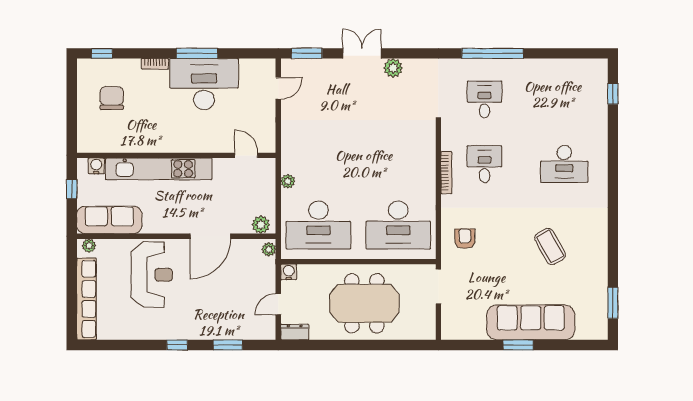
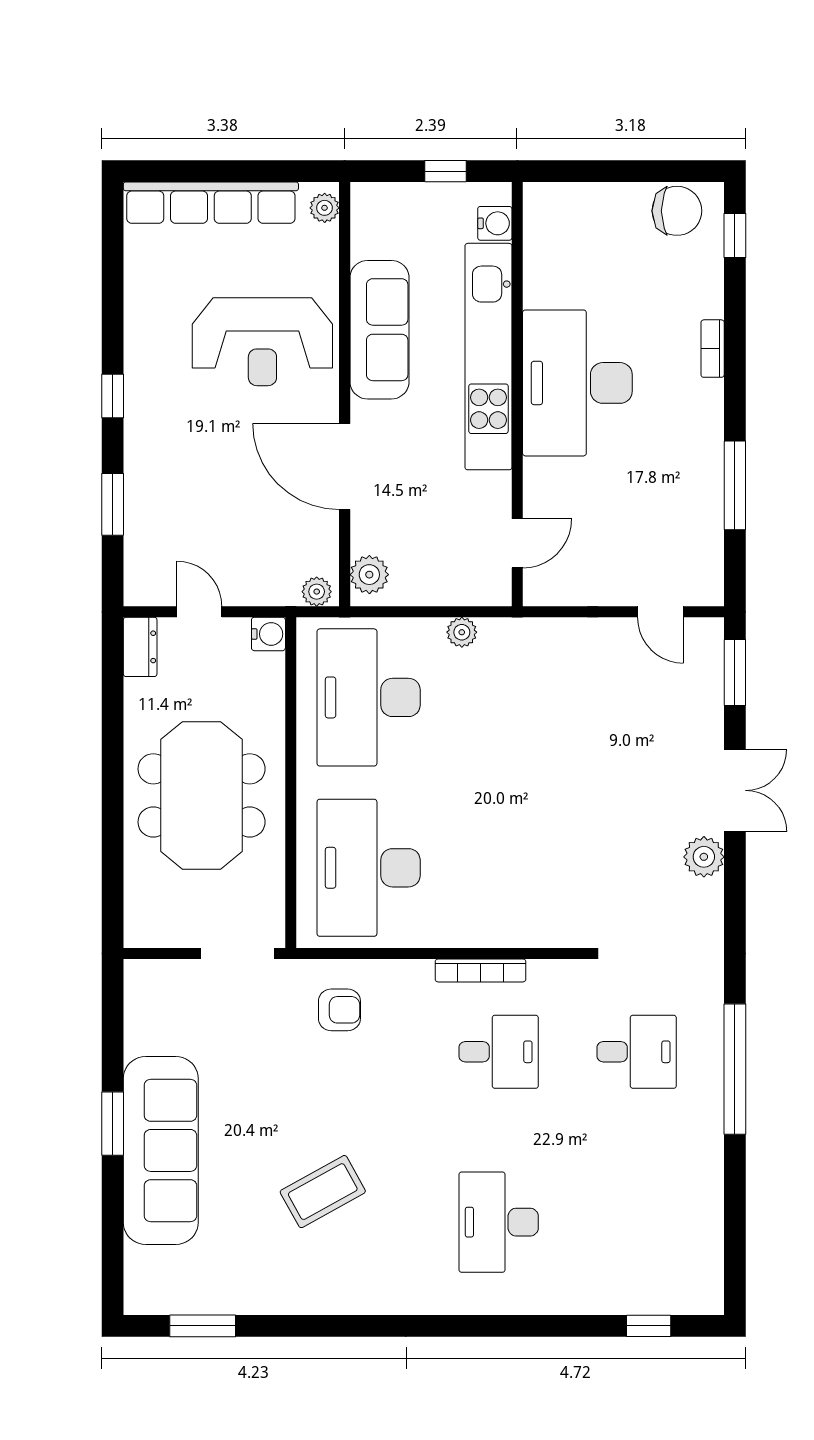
window: (197, 53) -> (735, 485), moved
desk: (204, 84) -> (577, 383), moved, turned 180
chair: (112, 98) -> (677, 211), moved
sofa: (109, 220) -> (380, 330), moved

